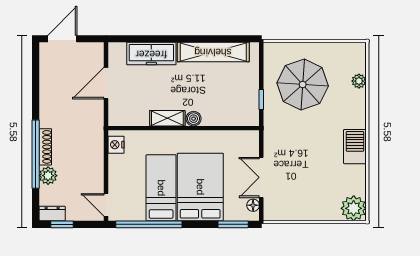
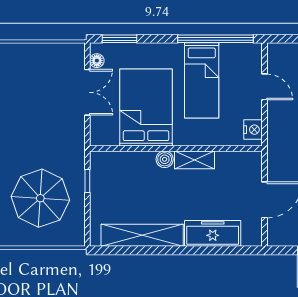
bed: (200, 187) -> (146, 107), moved, turned 180
door: (106, 205) -> (264, 87), moved

